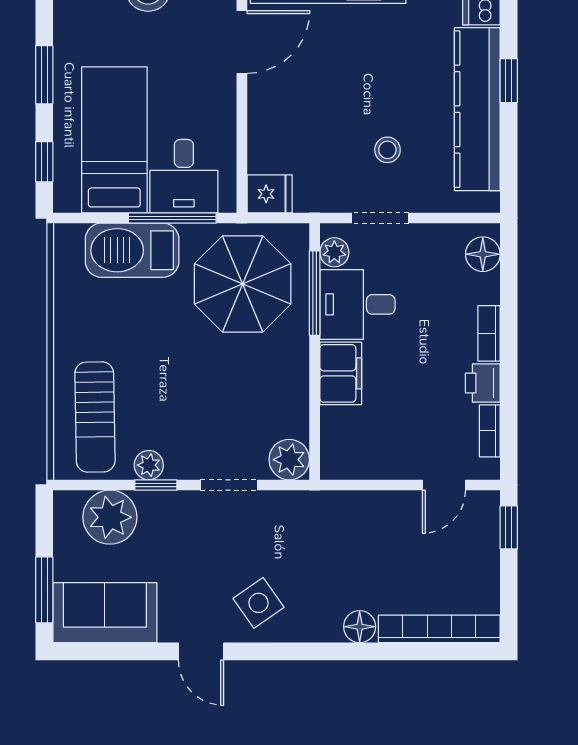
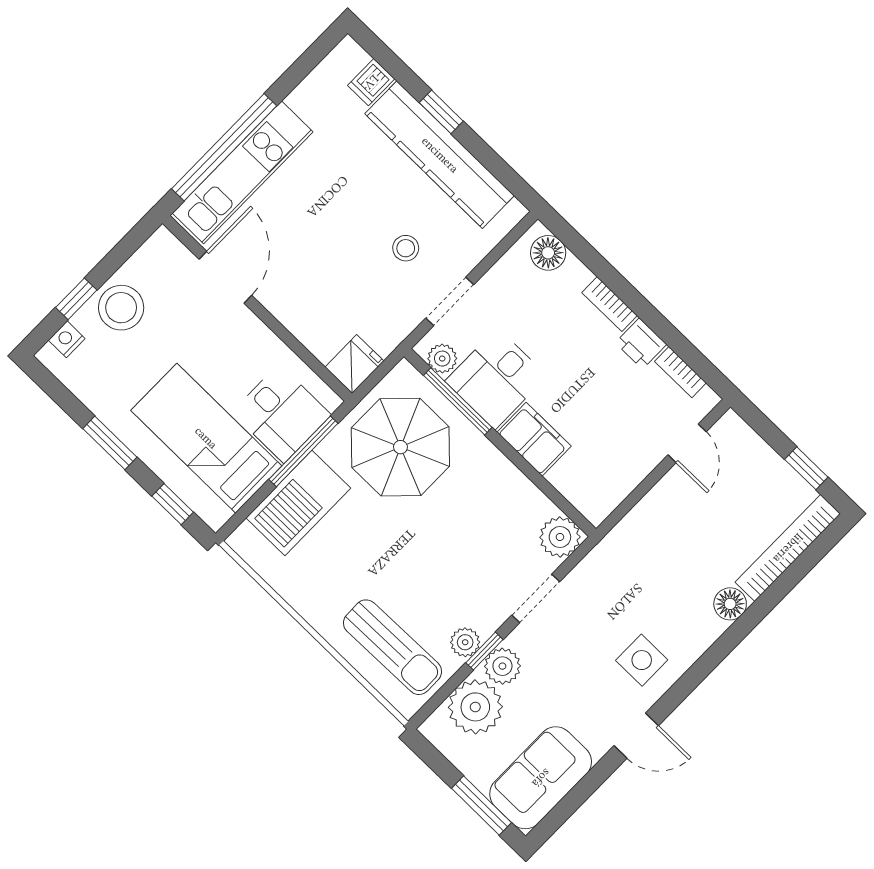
plant: (158, 508) -> (502, 666), added
window: (509, 527) -> (806, 468), moved
side table: (258, 603) -> (642, 660), turned 35

